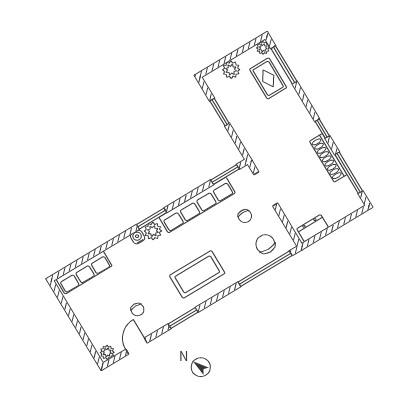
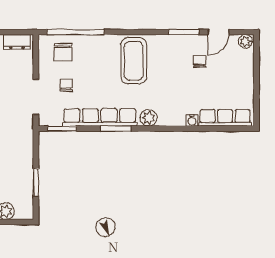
window: (152, 219) -> (116, 129), moved
water cooler: (138, 237) -> (192, 120), moved
coffee table: (197, 274) -> (134, 61), turned 90
window: (183, 318) -> (184, 32), moved

